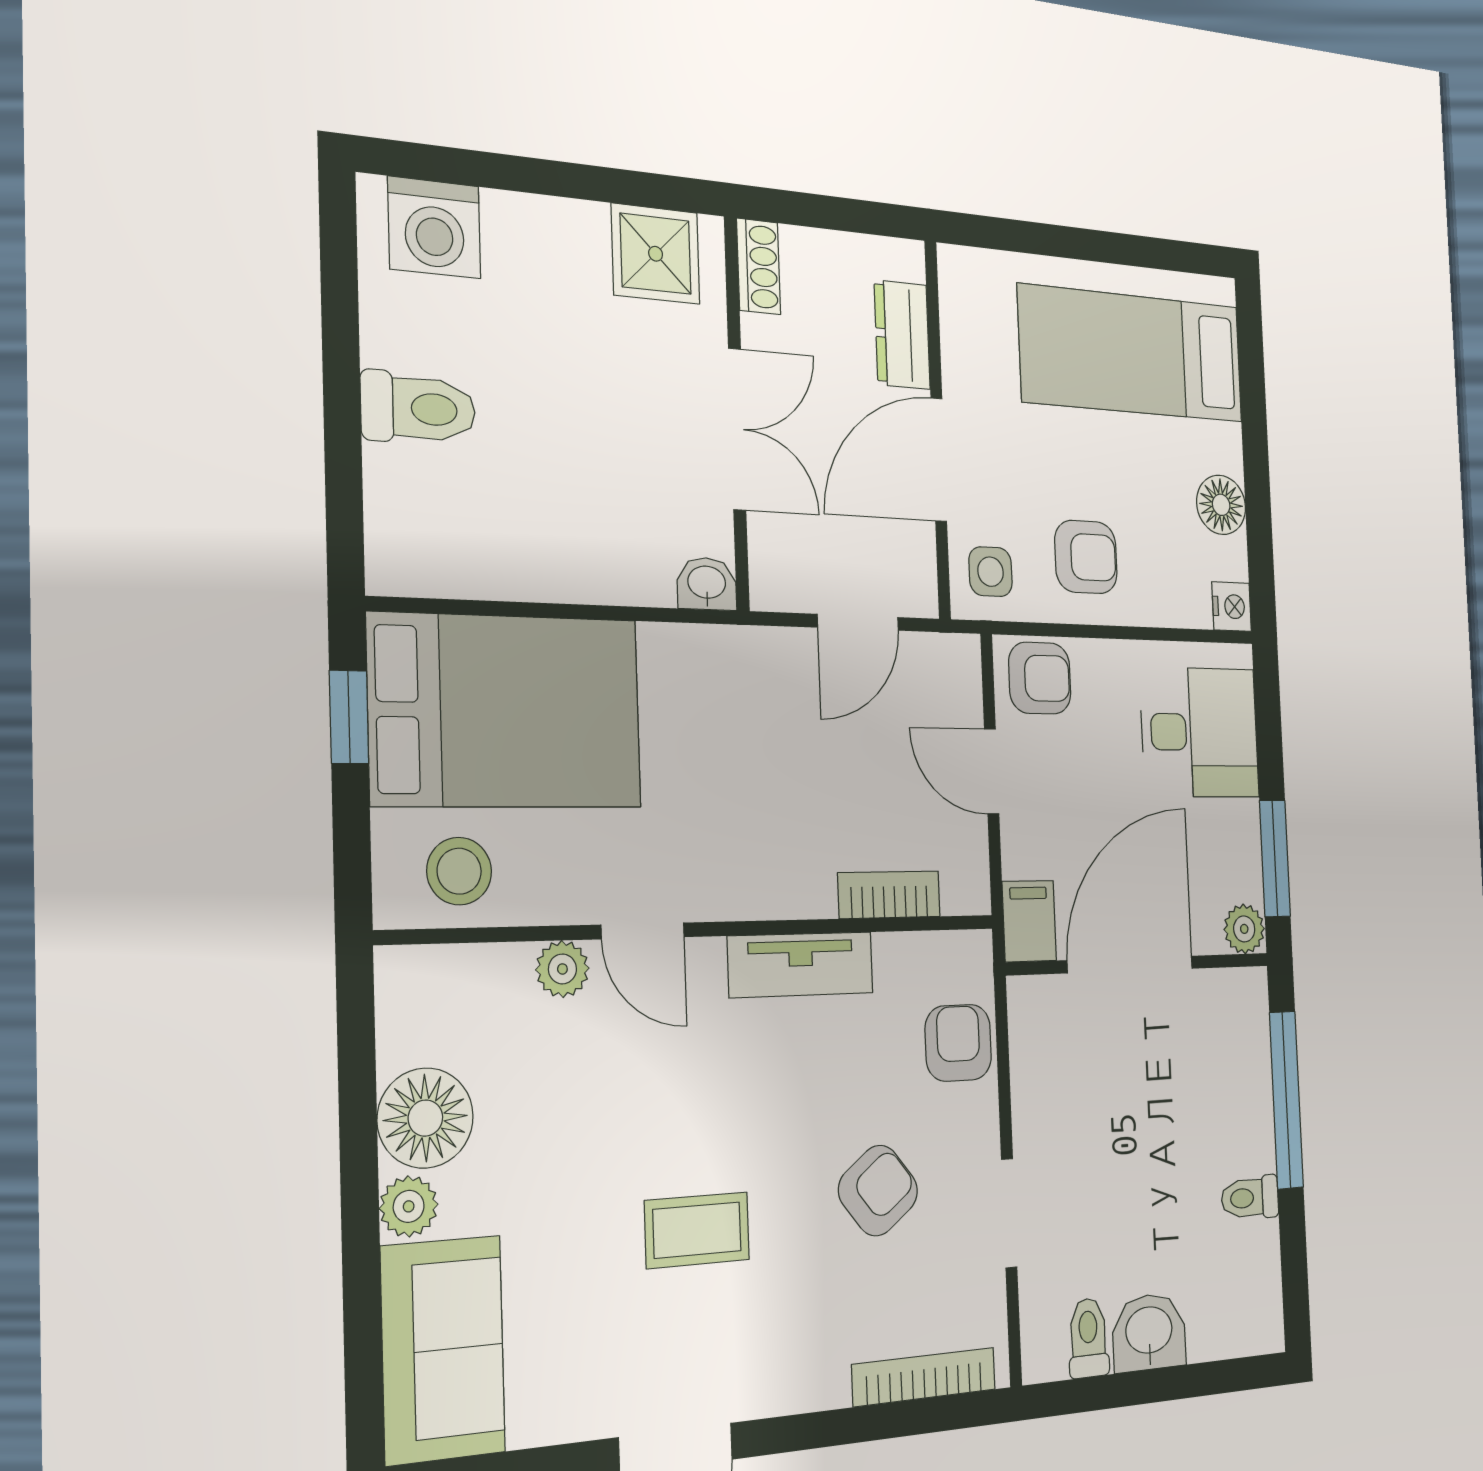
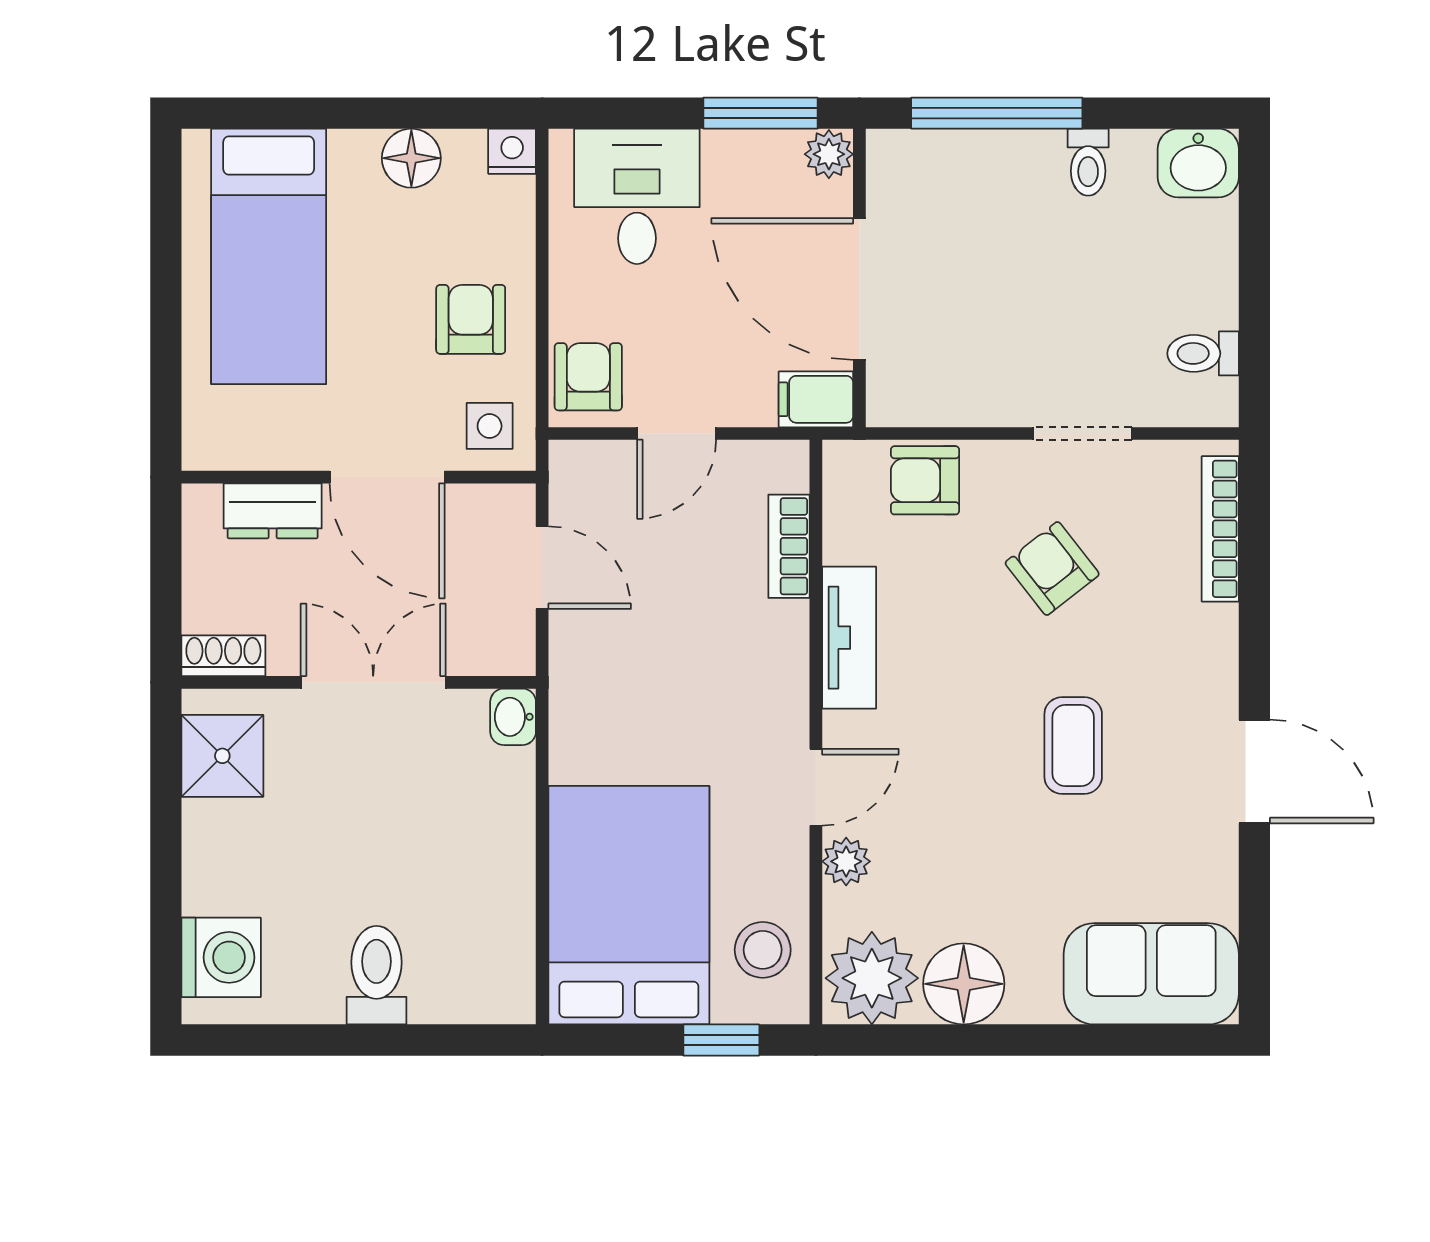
window: (349, 717) -> (721, 1040), moved
plant: (409, 1206) -> (872, 978), moved, width x1.88, depth x1.88
washbasin: (1149, 1332) -> (1198, 163), moved, turned -90

